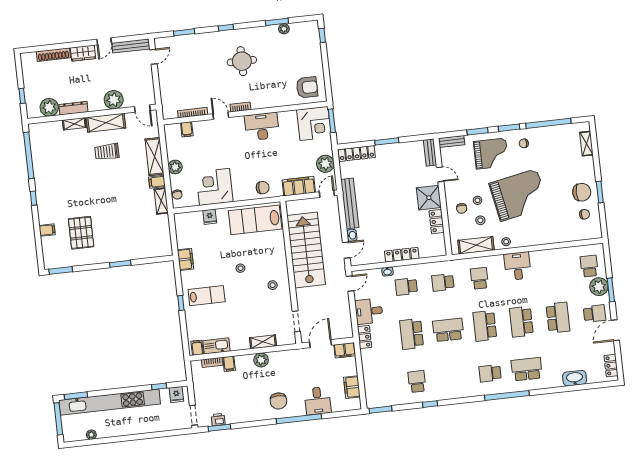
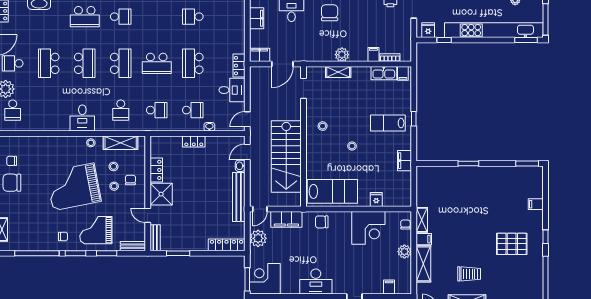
window: (387, 141) -> (178, 253), moved
pallet: (81, 233) -> (512, 244), moved, turned 90
locker: (402, 255) -> (194, 142), width x0.66
school desk: (412, 334) -> (193, 63), turned 180
school desk: (417, 381) -> (193, 17), turned 90

